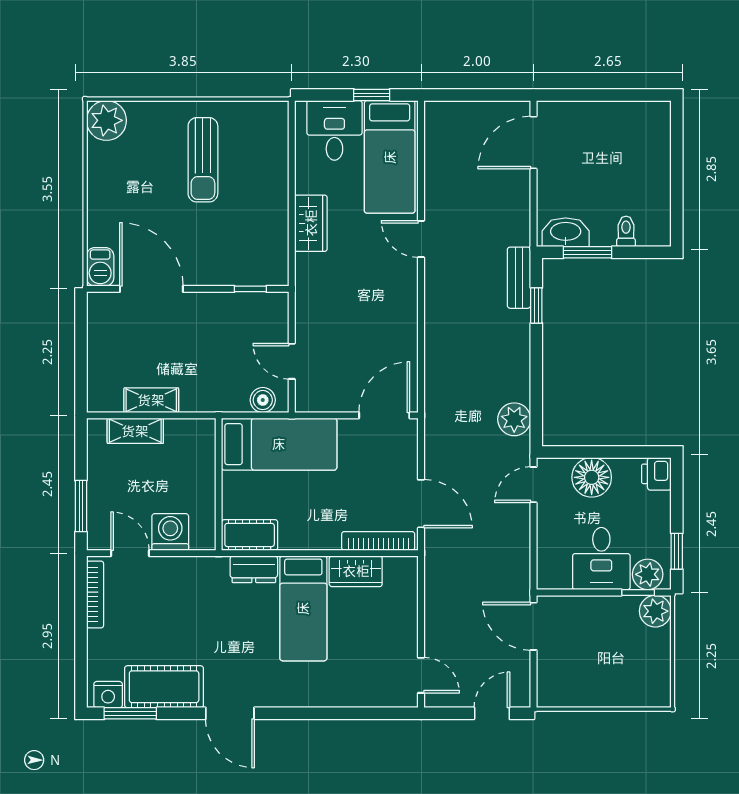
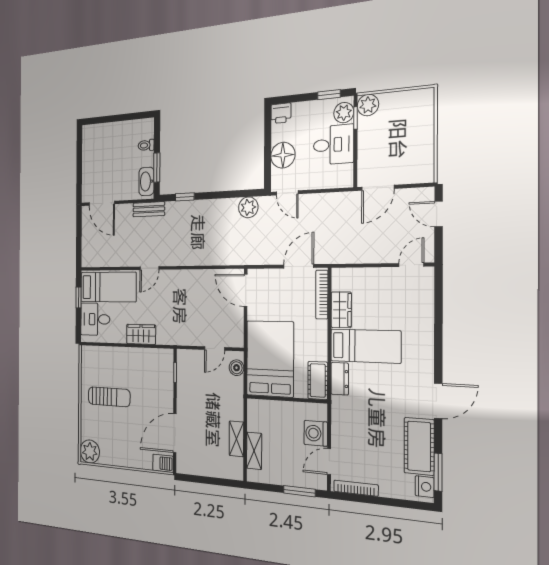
bench: (519, 278) -> (149, 209), moved
bed: (279, 444) -> (270, 359), width x1.50

